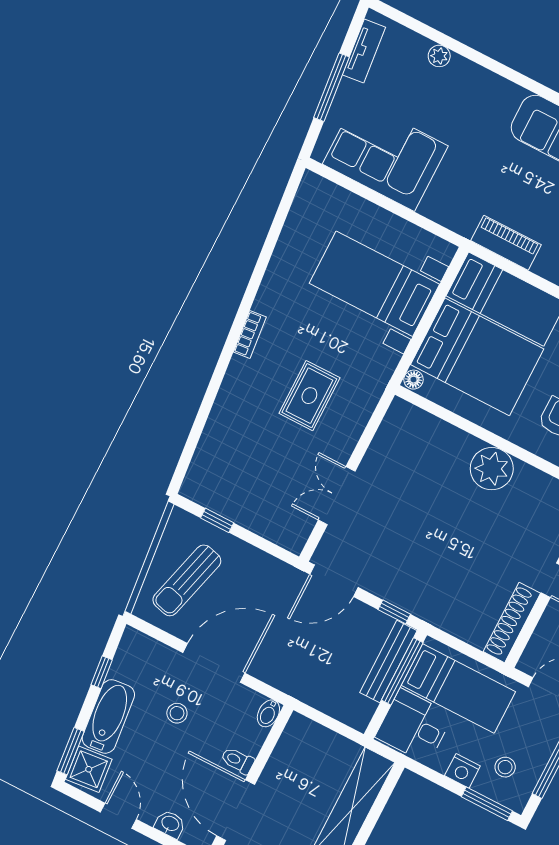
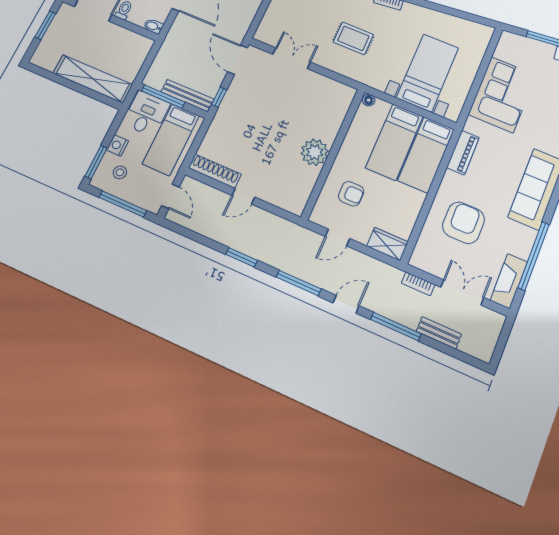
corner sofa: (385, 155) -> (502, 95), moved
bed: (477, 357) -> (394, 142), width x0.67
window: (402, 671) -> (163, 97), moved

